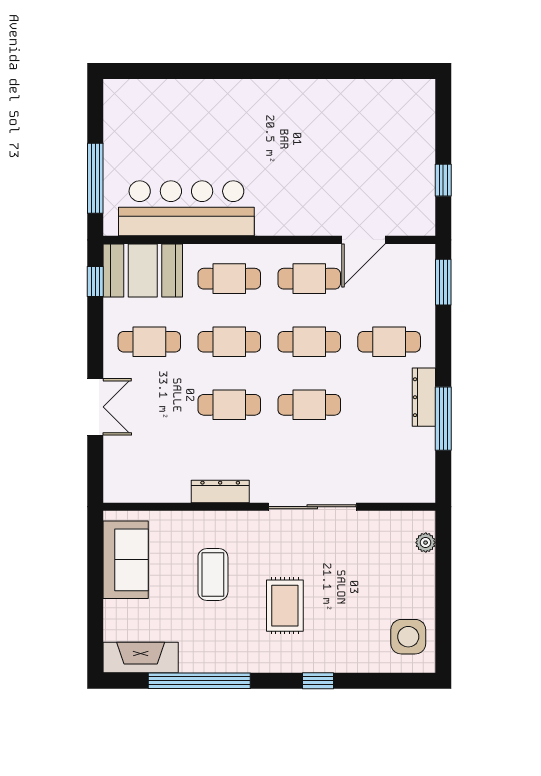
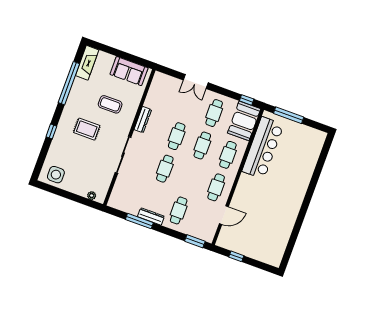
door: (363, 240) -> (224, 215), swing flipped
cafe table: (309, 342) -> (190, 178), removed

